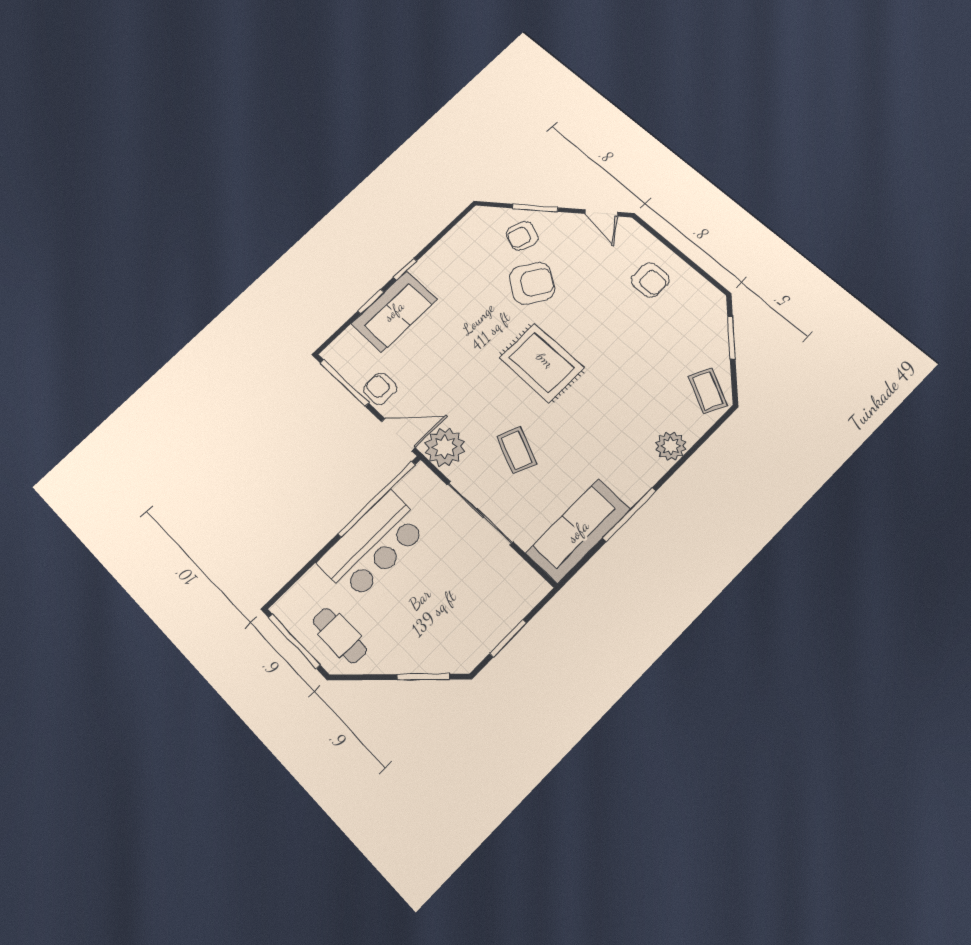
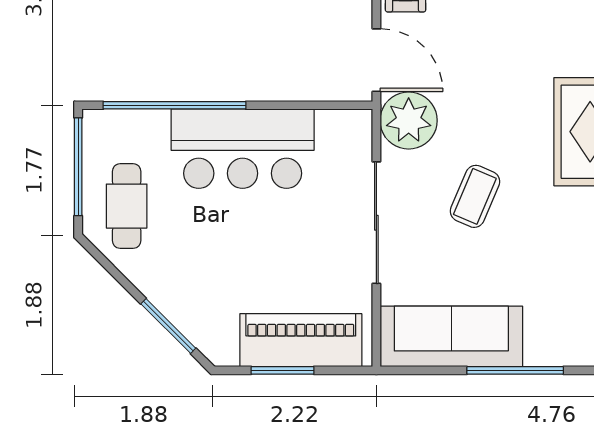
window: (377, 499) -> (174, 105), moved
piano: (502, 613) -> (301, 340), added

